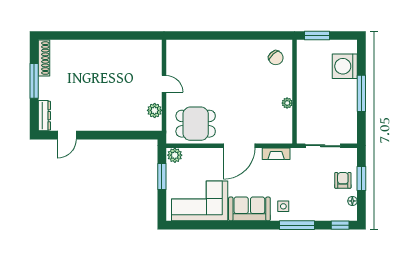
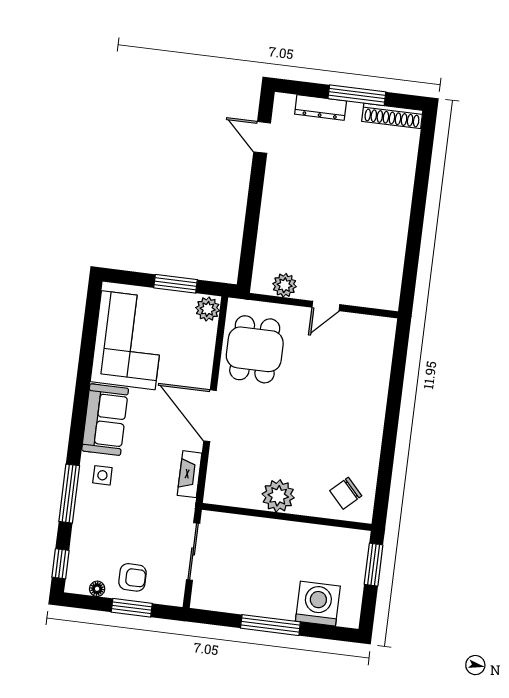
plant: (287, 103) -> (278, 496), width x1.88, depth x1.88
dresser: (44, 116) -> (321, 108), moved

